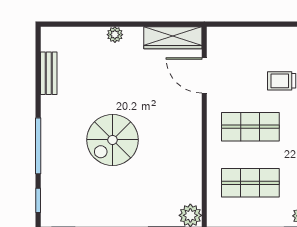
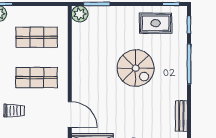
spiral stairs: (113, 140) -> (136, 68), turned 90
rug: (85, 203) -> (156, 23), added

